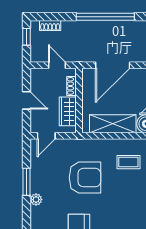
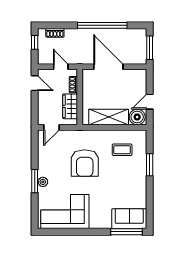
door: (113, 65) -> (108, 67), swing flipped
door: (26, 100) -> (35, 83), moved
armchair: (85, 178) -> (85, 163), turned 90
window: (26, 182) -> (35, 181), moved

